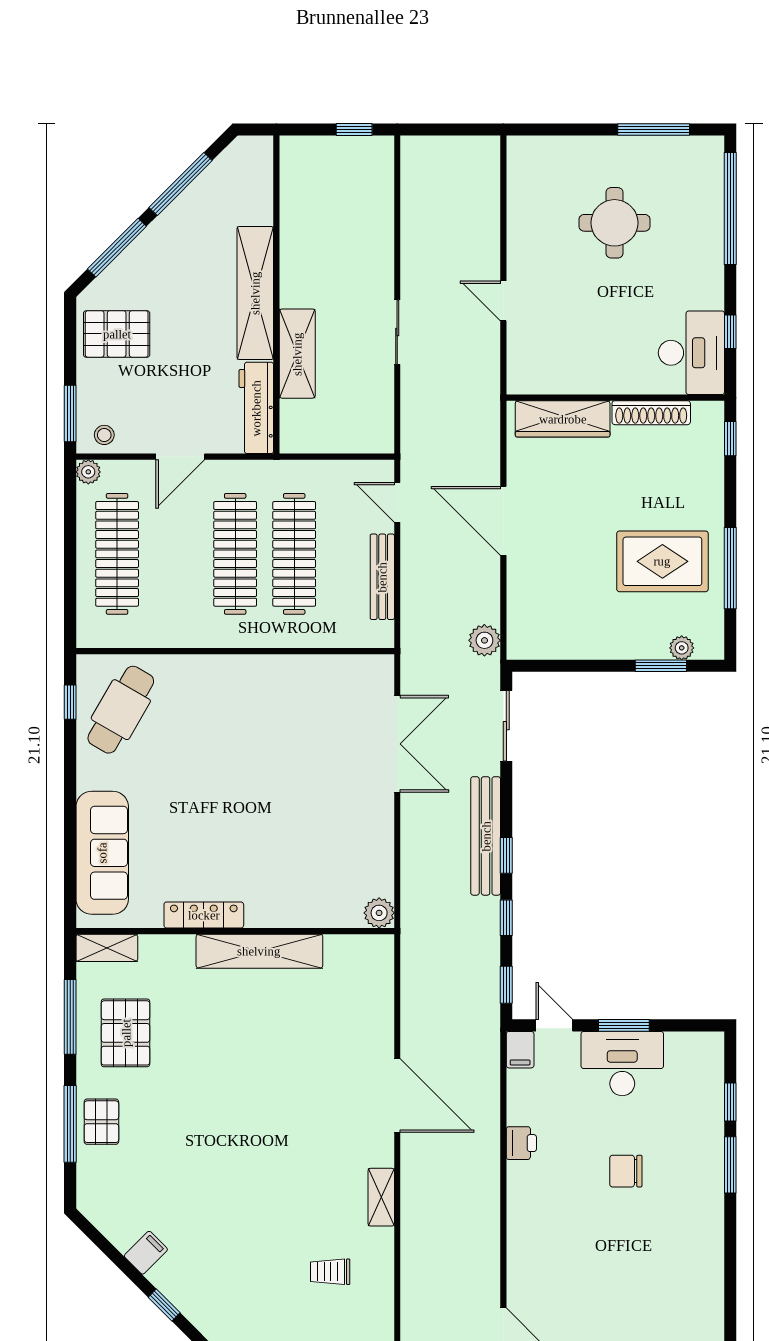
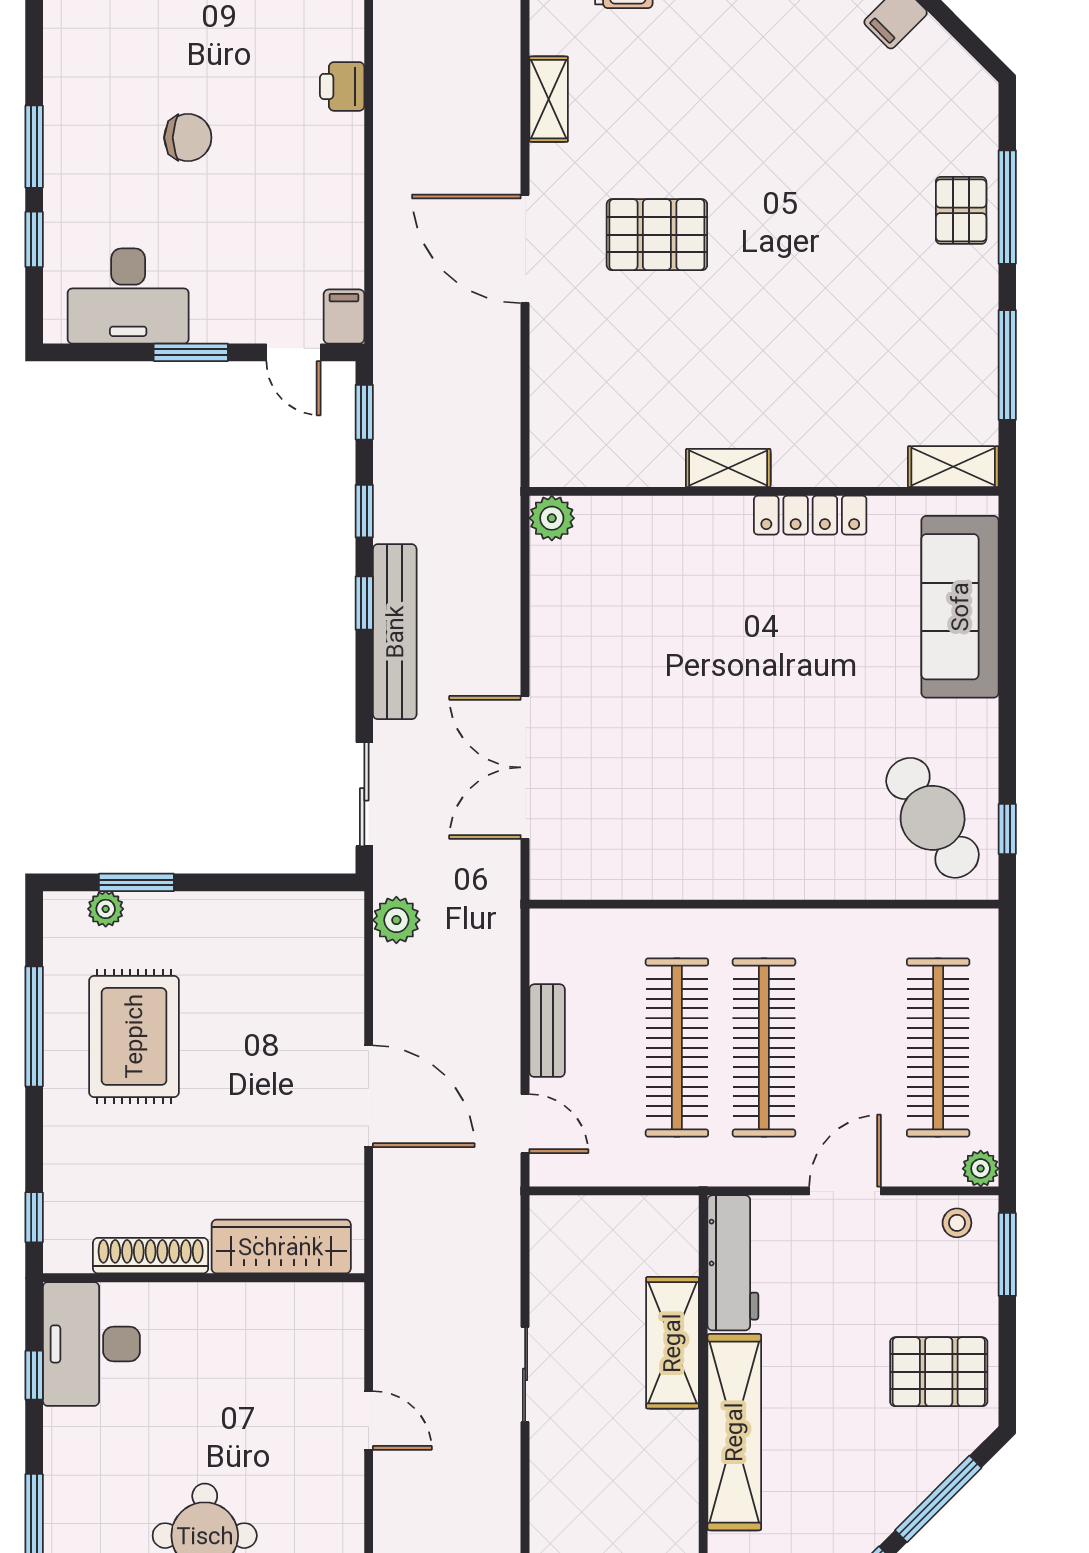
rug: (662, 561) -> (134, 1036), turned 90
bench: (382, 577) -> (547, 1031), width x0.73
cafe table: (121, 710) -> (933, 818), turned -62
shelving: (259, 951) -> (728, 468), width x0.45, depth x0.75
pallet: (126, 1033) -> (657, 235), moved, turned 90
desk: (622, 1064) -> (128, 296), moved
printer: (521, 1143) -> (342, 86), moved

